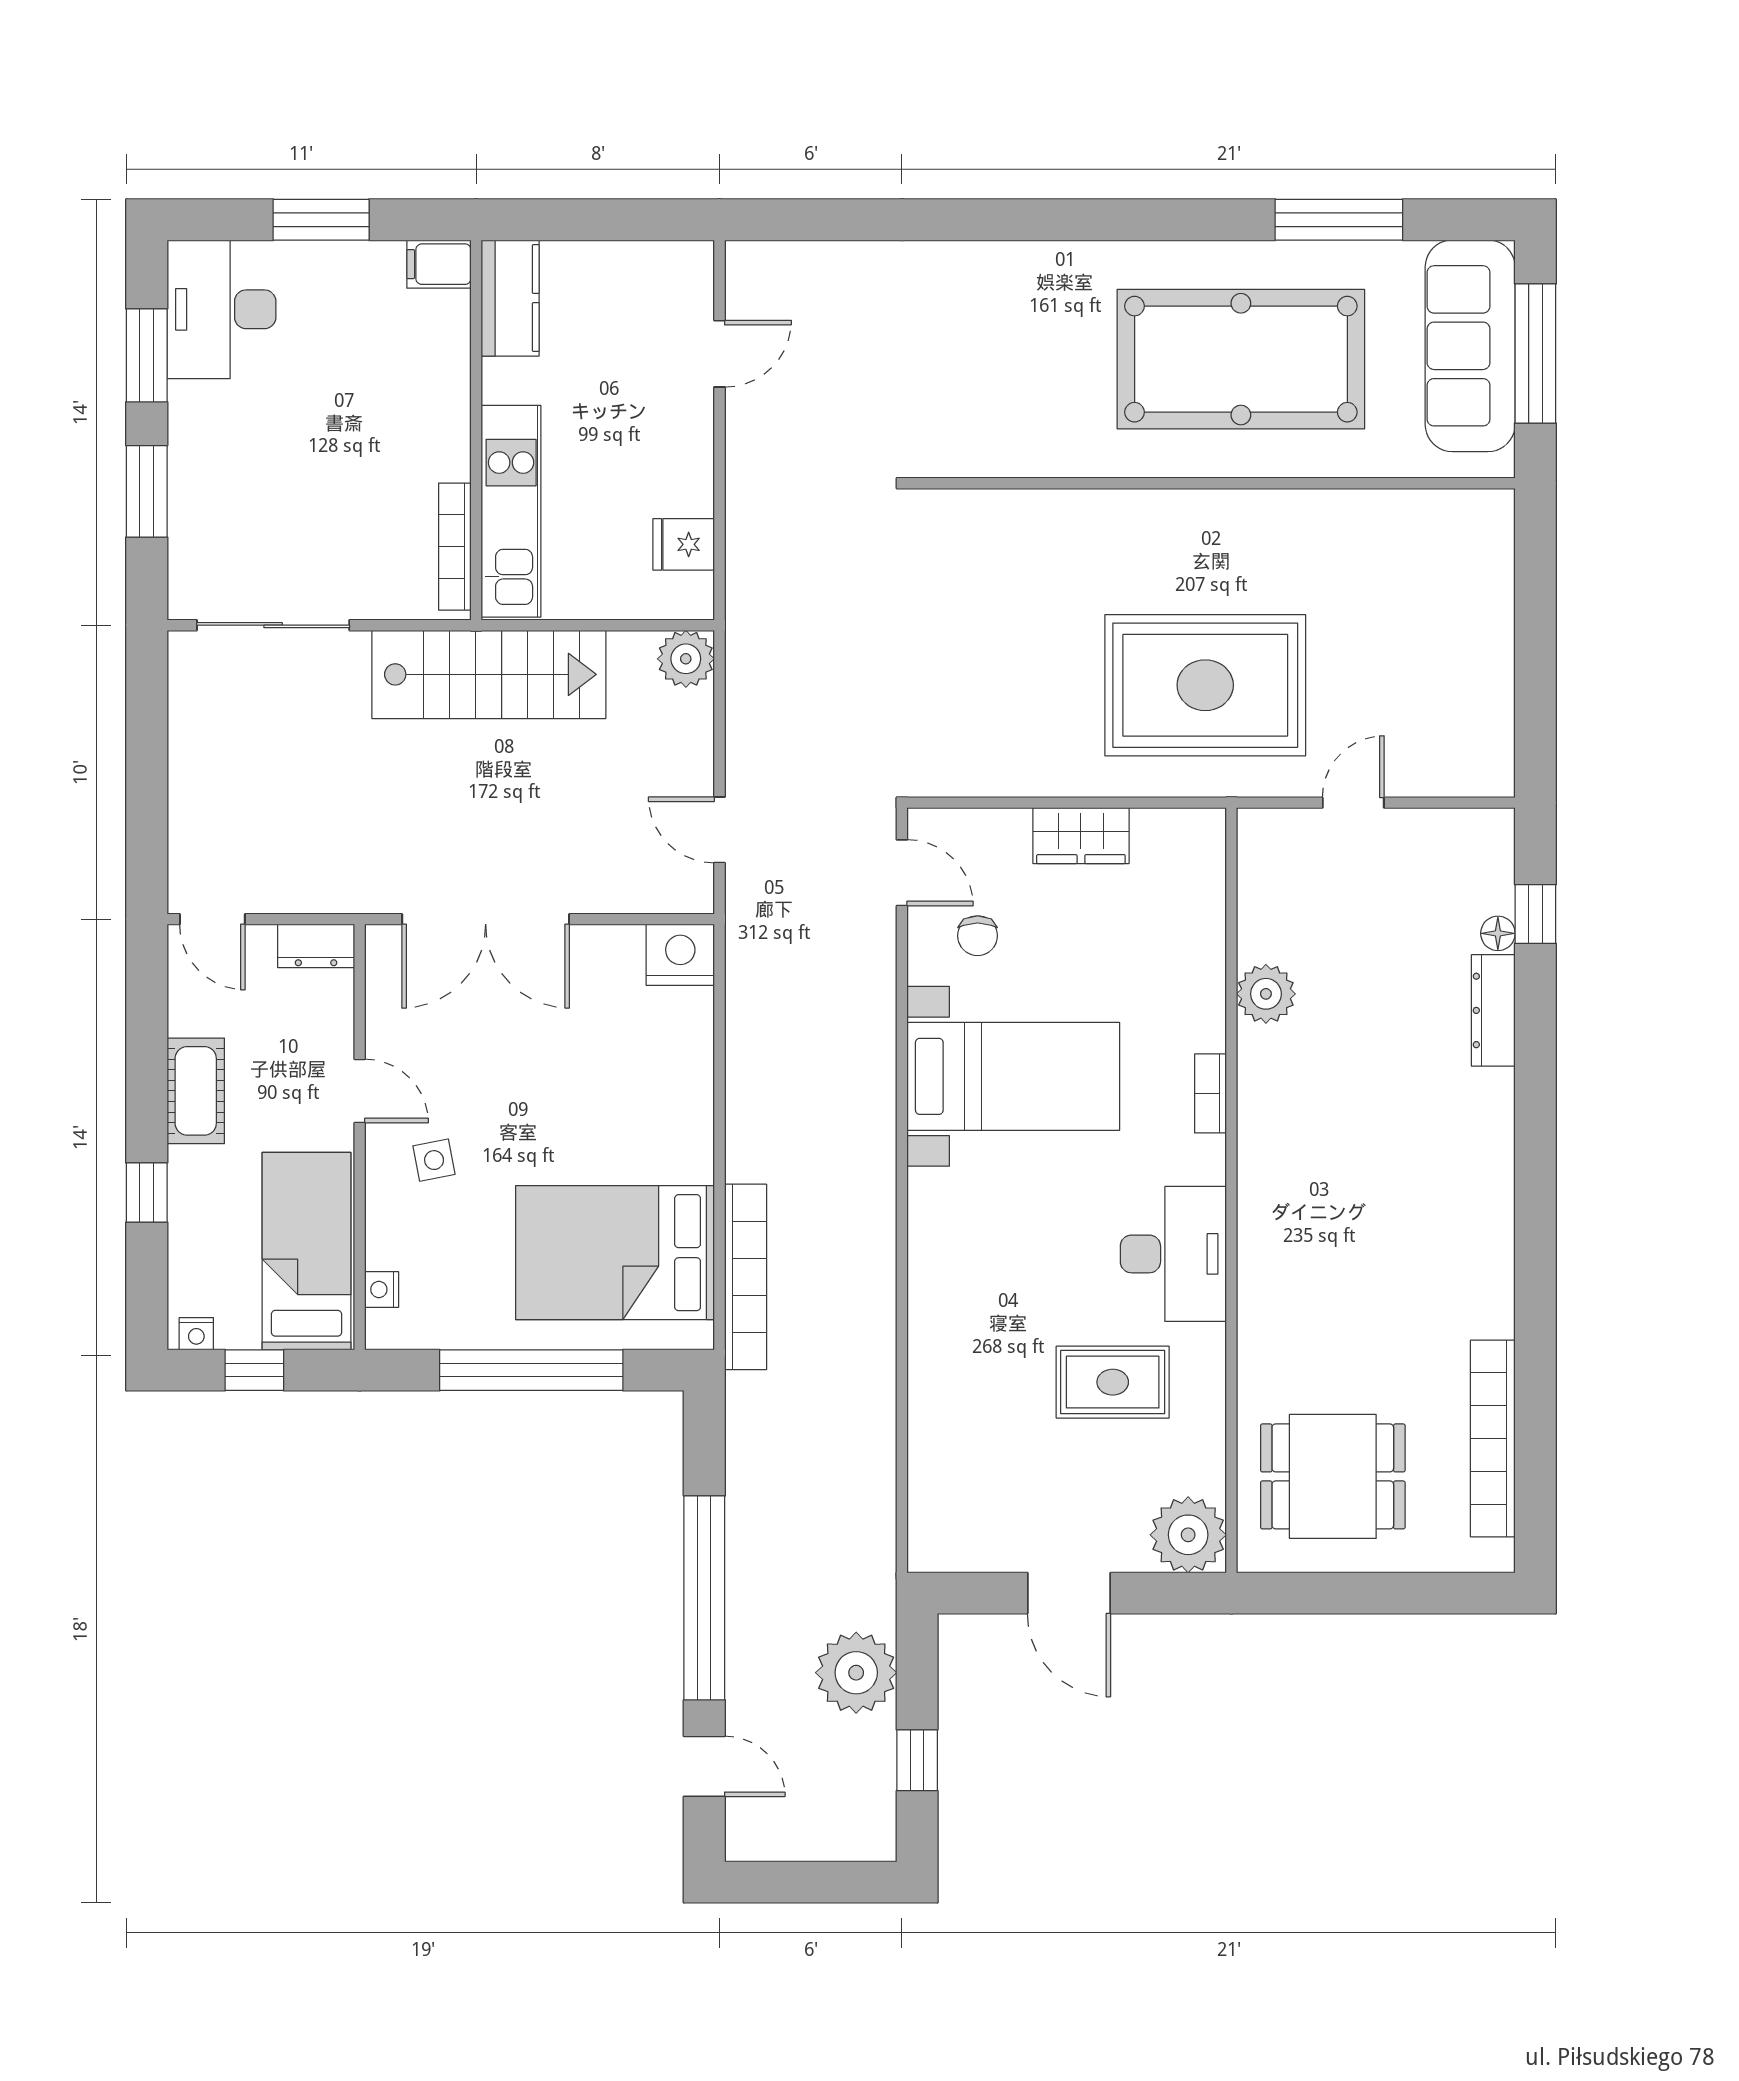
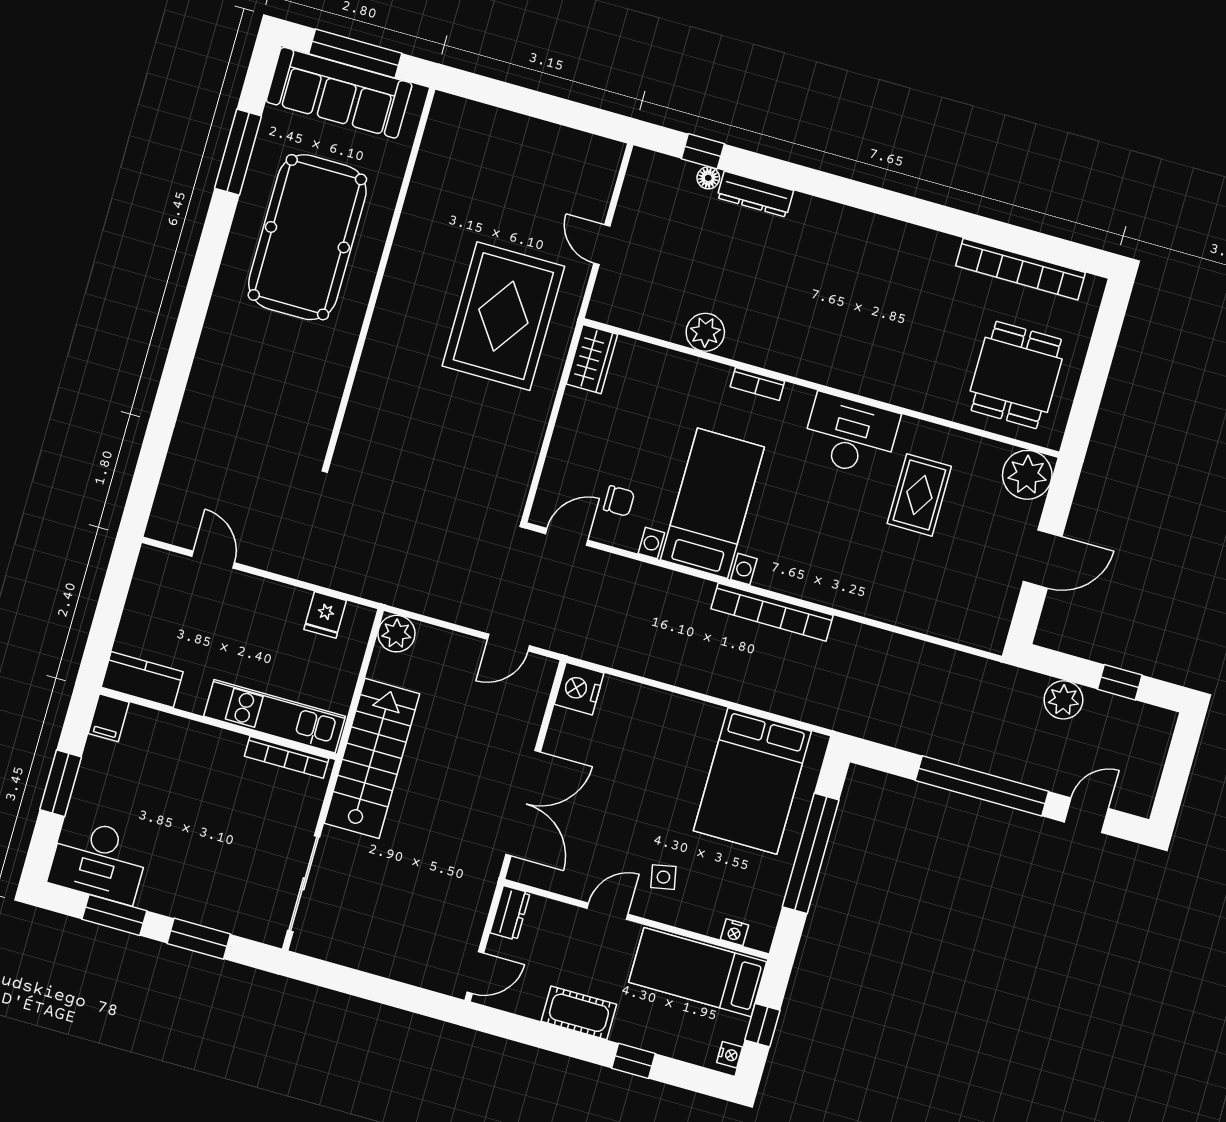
wardrobe: (1081, 836) -> (592, 359), moved
bookcase: (746, 1277) -> (772, 612), moved, turned 180
plant: (856, 1673) -> (1063, 700), width x0.73, depth x0.73

